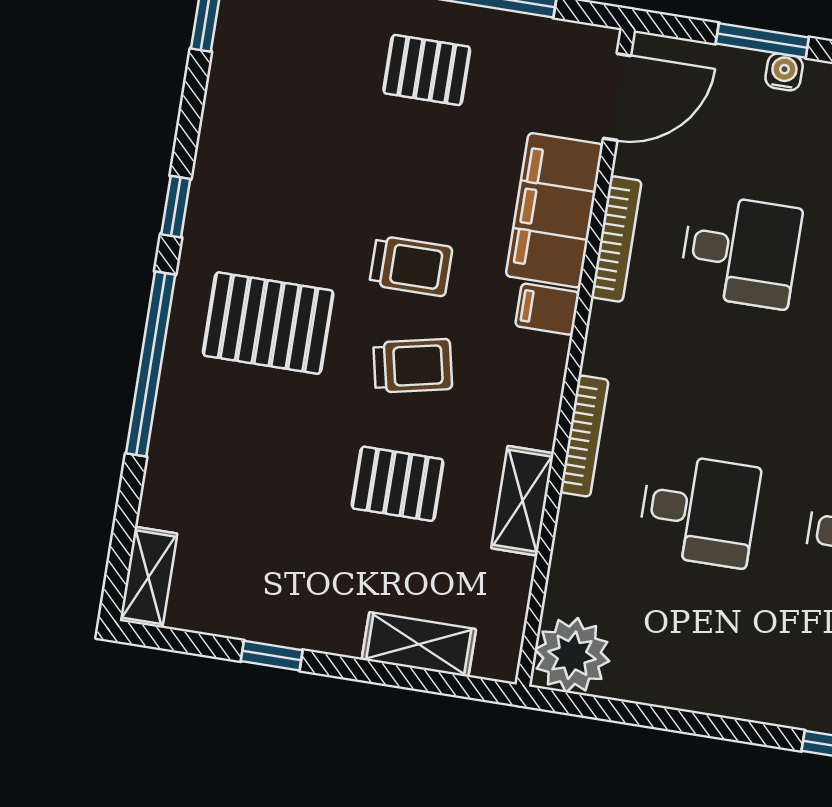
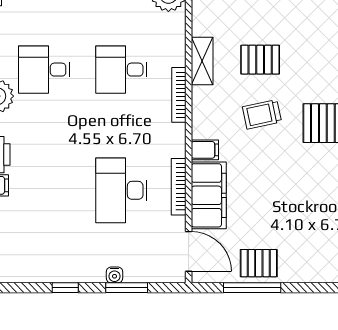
pallet: (427, 70) -> (259, 263), moved
door: (617, 97) -> (189, 251), swing flipped
desk: (740, 251) -> (121, 190), width x1.37
trolley: (411, 266) -> (270, 160), removed

